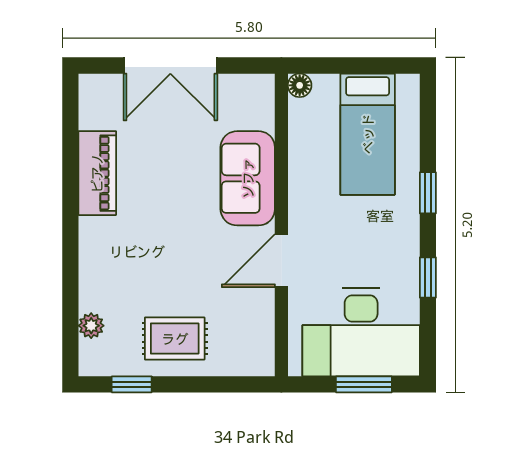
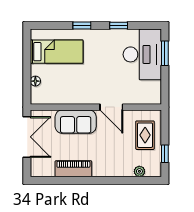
sofa: (248, 178) -> (76, 122), moved
wall: (281, 225) -> (96, 107), moved
door: (281, 261) -> (111, 107), moved

